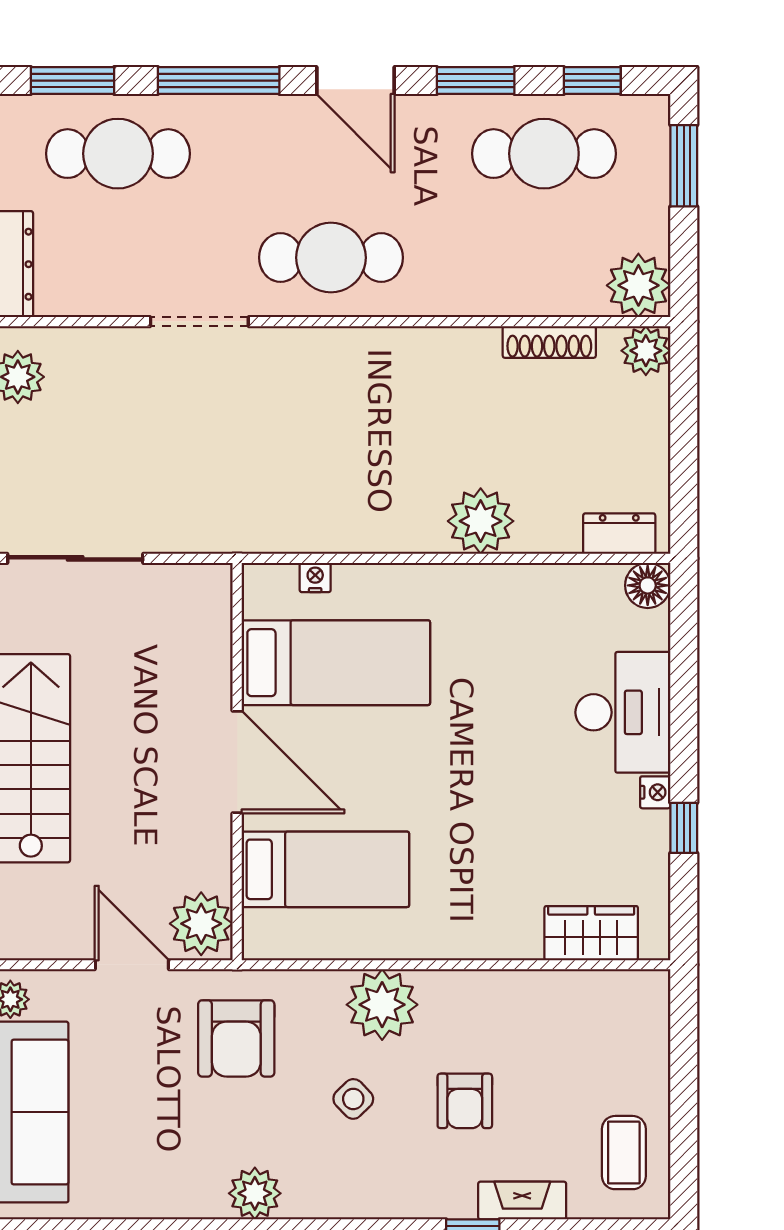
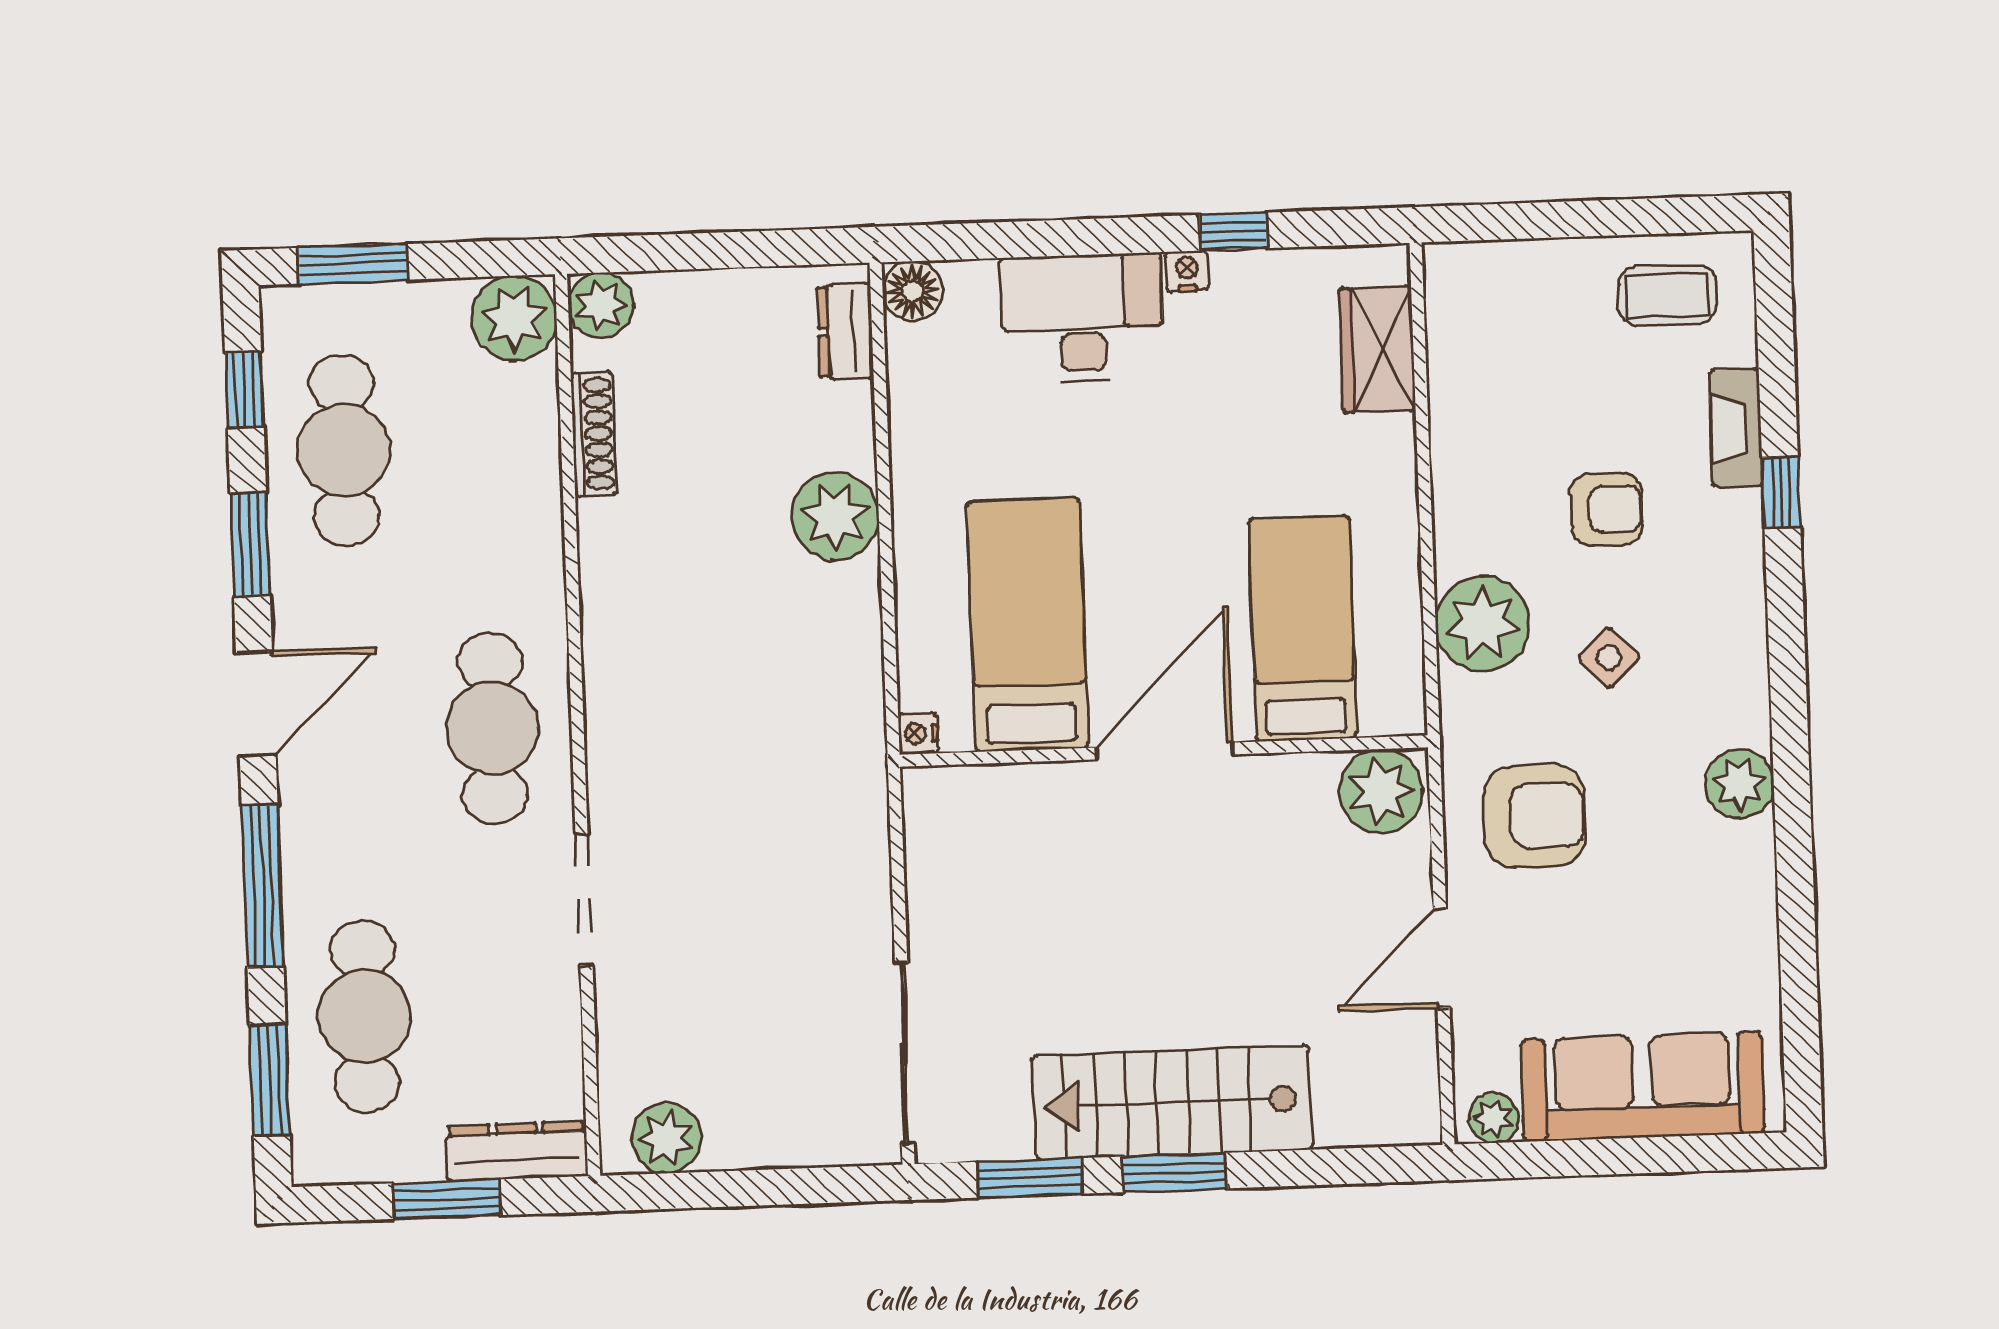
bed: (336, 663) -> (1028, 625), moved
door: (237, 762) -> (1164, 751), moved
wall: (237, 762) -> (1164, 751), moved
bed: (325, 869) -> (1303, 628), moved
plant: (201, 924) -> (1381, 791), moved

